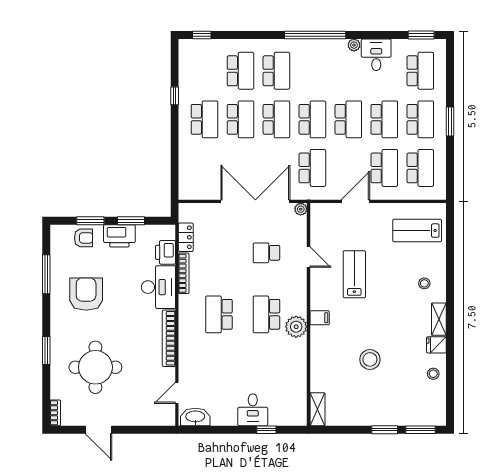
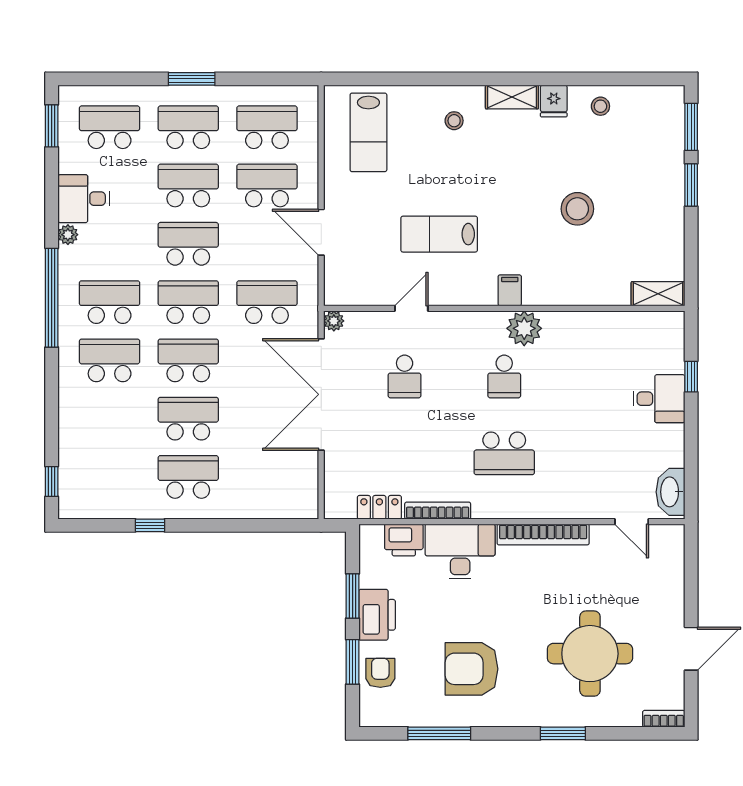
school desk: (240, 71) -> (110, 302), moved
school desk: (266, 314) -> (504, 376), width x0.54

